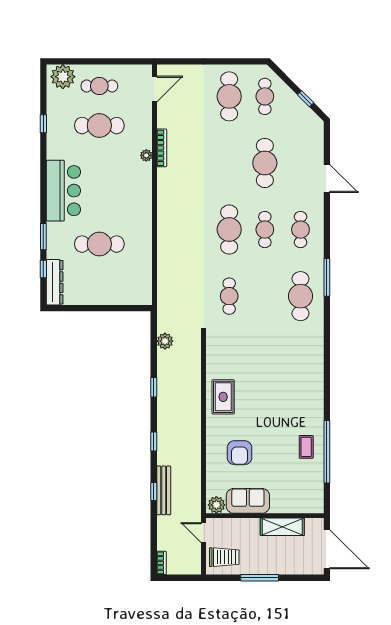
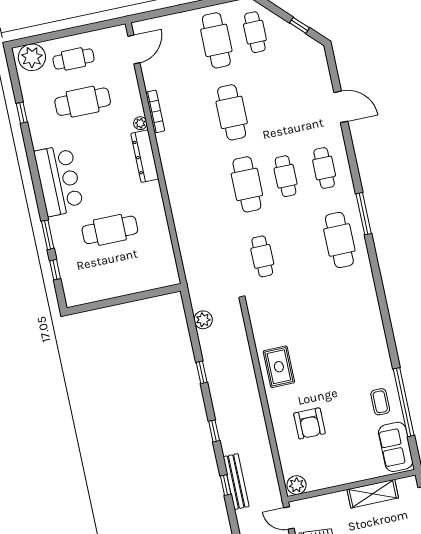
cafe table: (265, 163) -> (232, 112), moved
dresser: (55, 282) -> (145, 156), moved, turned 180
sofa: (248, 501) -> (396, 447), moved, turned -90

